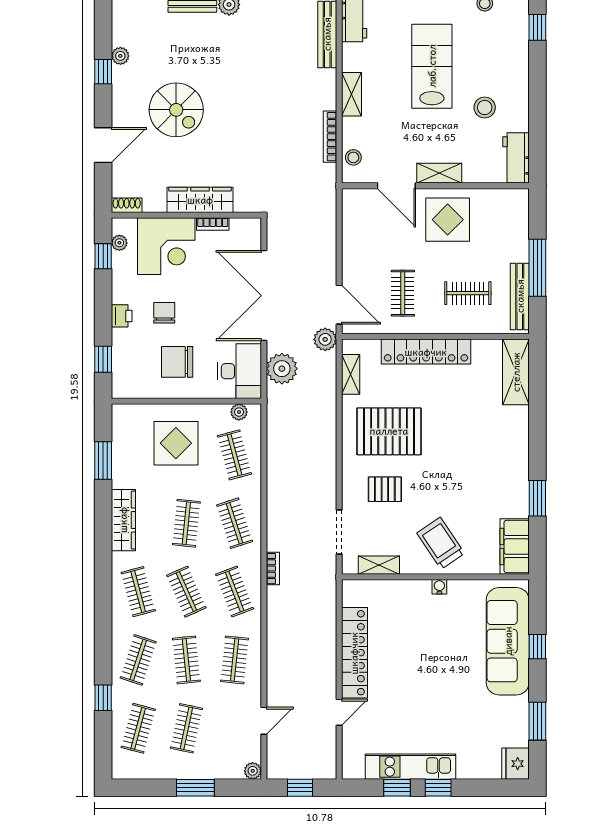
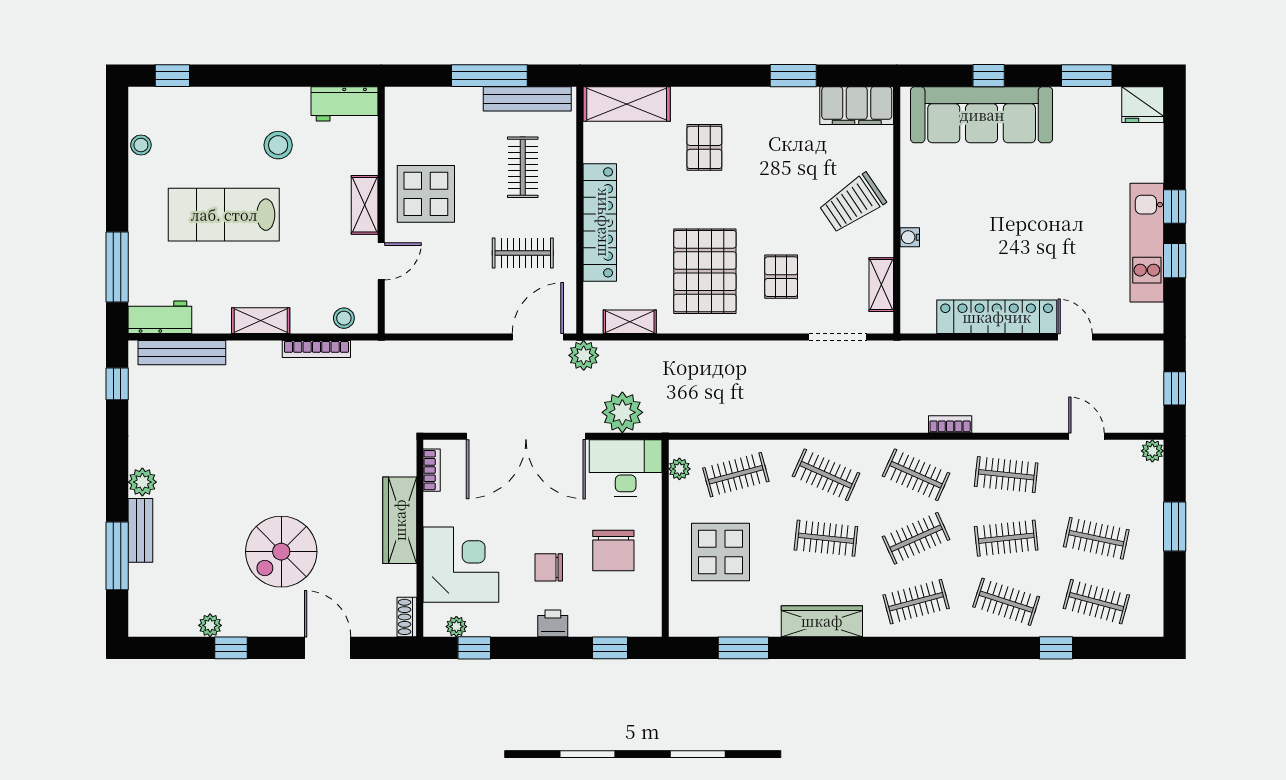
spiral stairs: (176, 110) -> (281, 552), turned 180
door: (396, 186) -> (381, 261), width x0.73
bookcase: (213, 224) -> (432, 470), moved
pallet: (483, 431) -> (704, 147), added
clothes rail: (235, 523) -> (826, 475), turned 42
bookcase: (273, 569) -> (950, 424), moved
water cooler: (439, 587) -> (910, 237), moved
clothes rail: (235, 592) -> (916, 475), turned 45

